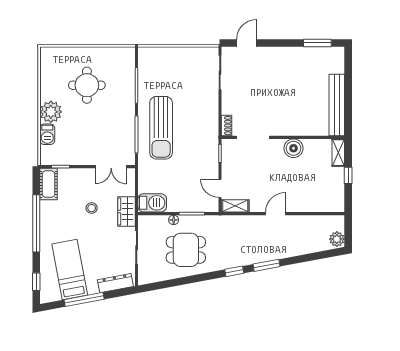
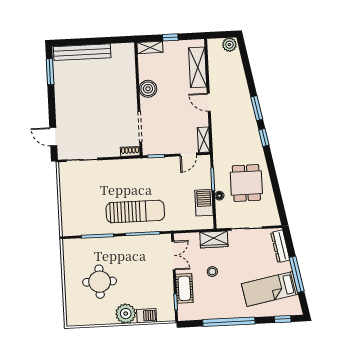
bench: (337, 105) -> (82, 52), moved
cot: (49, 184) -> (184, 288), moved, turned 90
barbecue: (152, 203) -> (204, 203), moved
shelving: (314, 203) -> (198, 67), added

